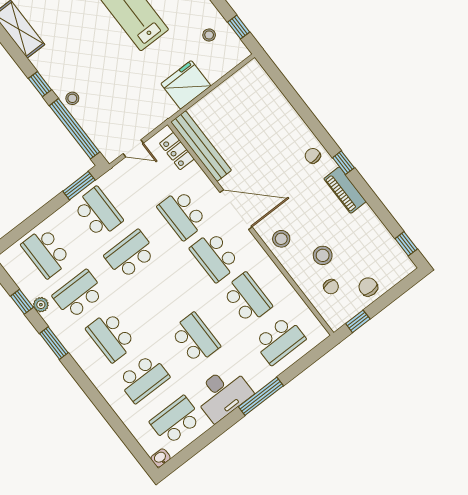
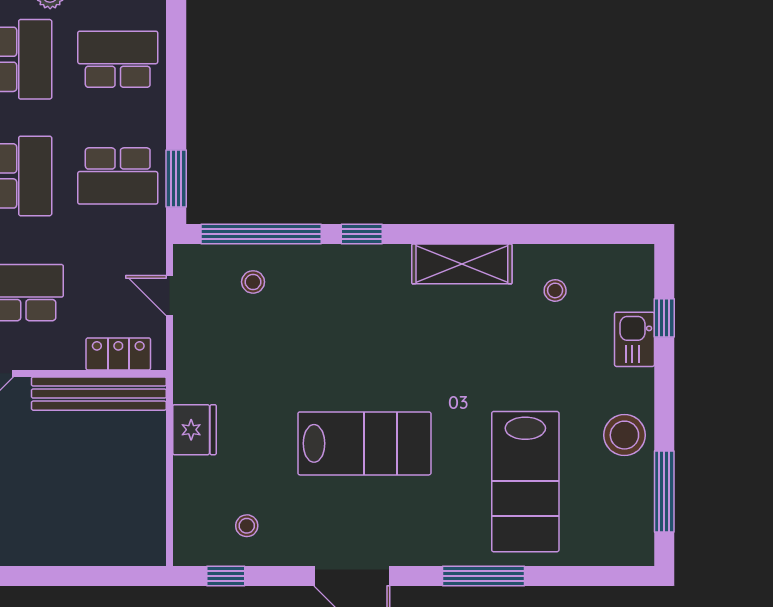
fridge: (186, 85) -> (195, 430), width x0.73, depth x0.75
stool: (72, 98) -> (253, 282), moved
door: (133, 148) -> (170, 295), hinge flipped

